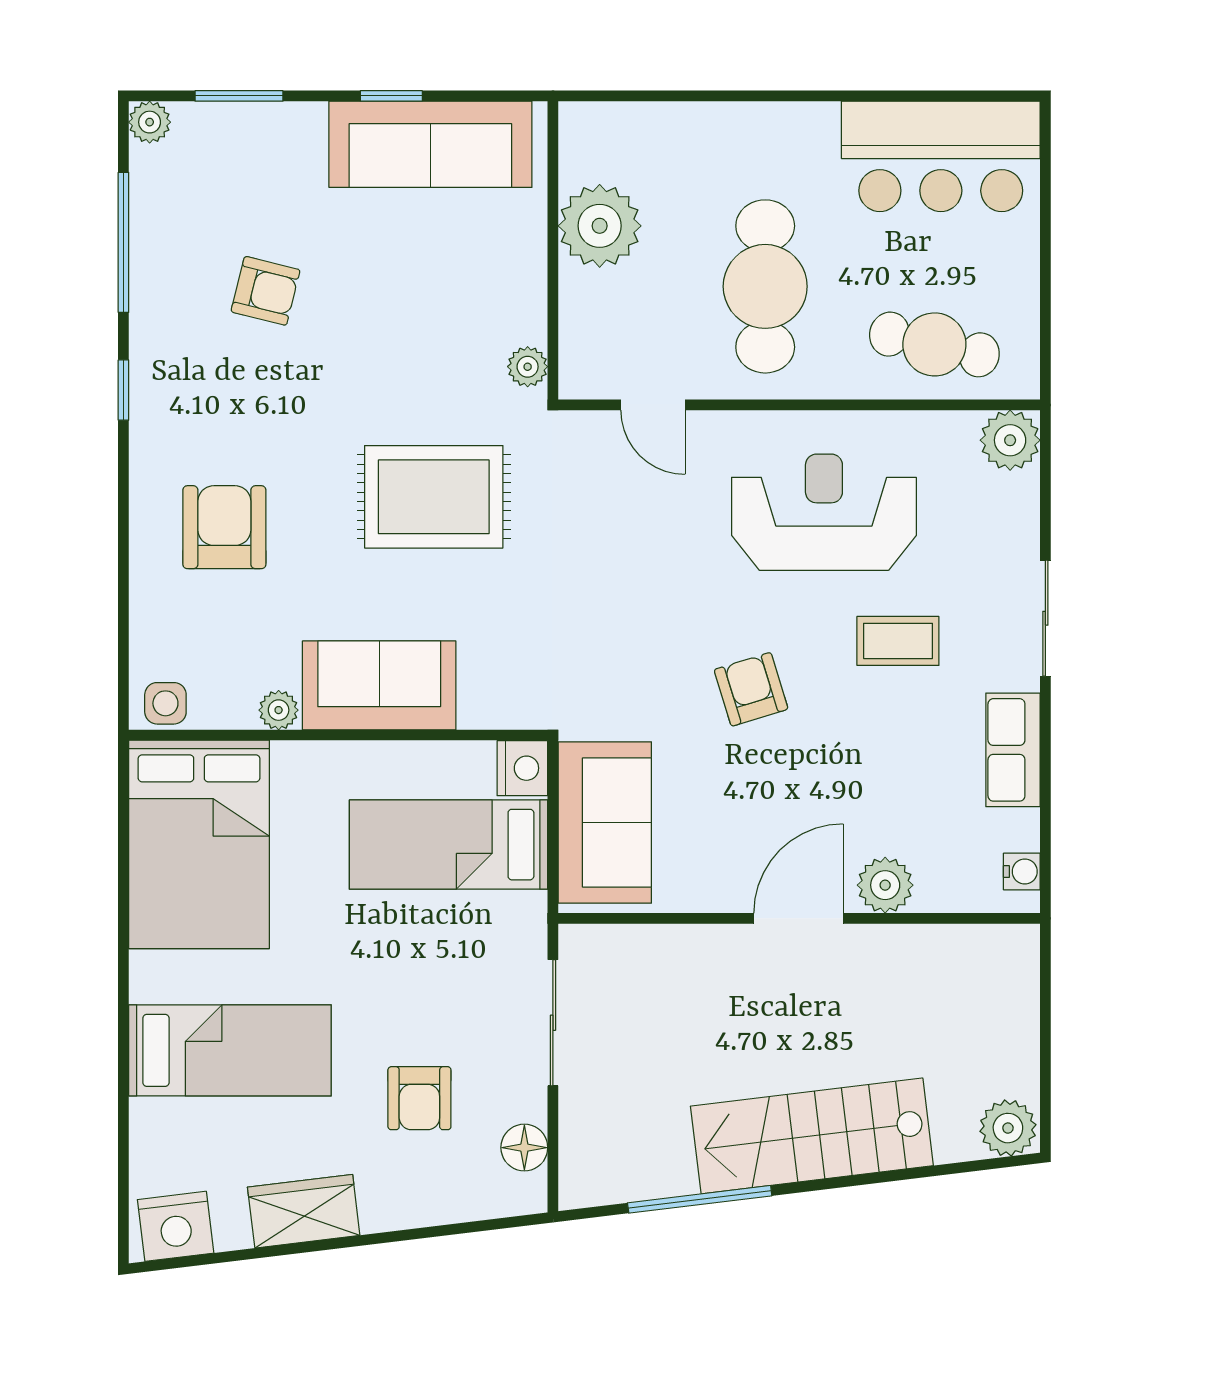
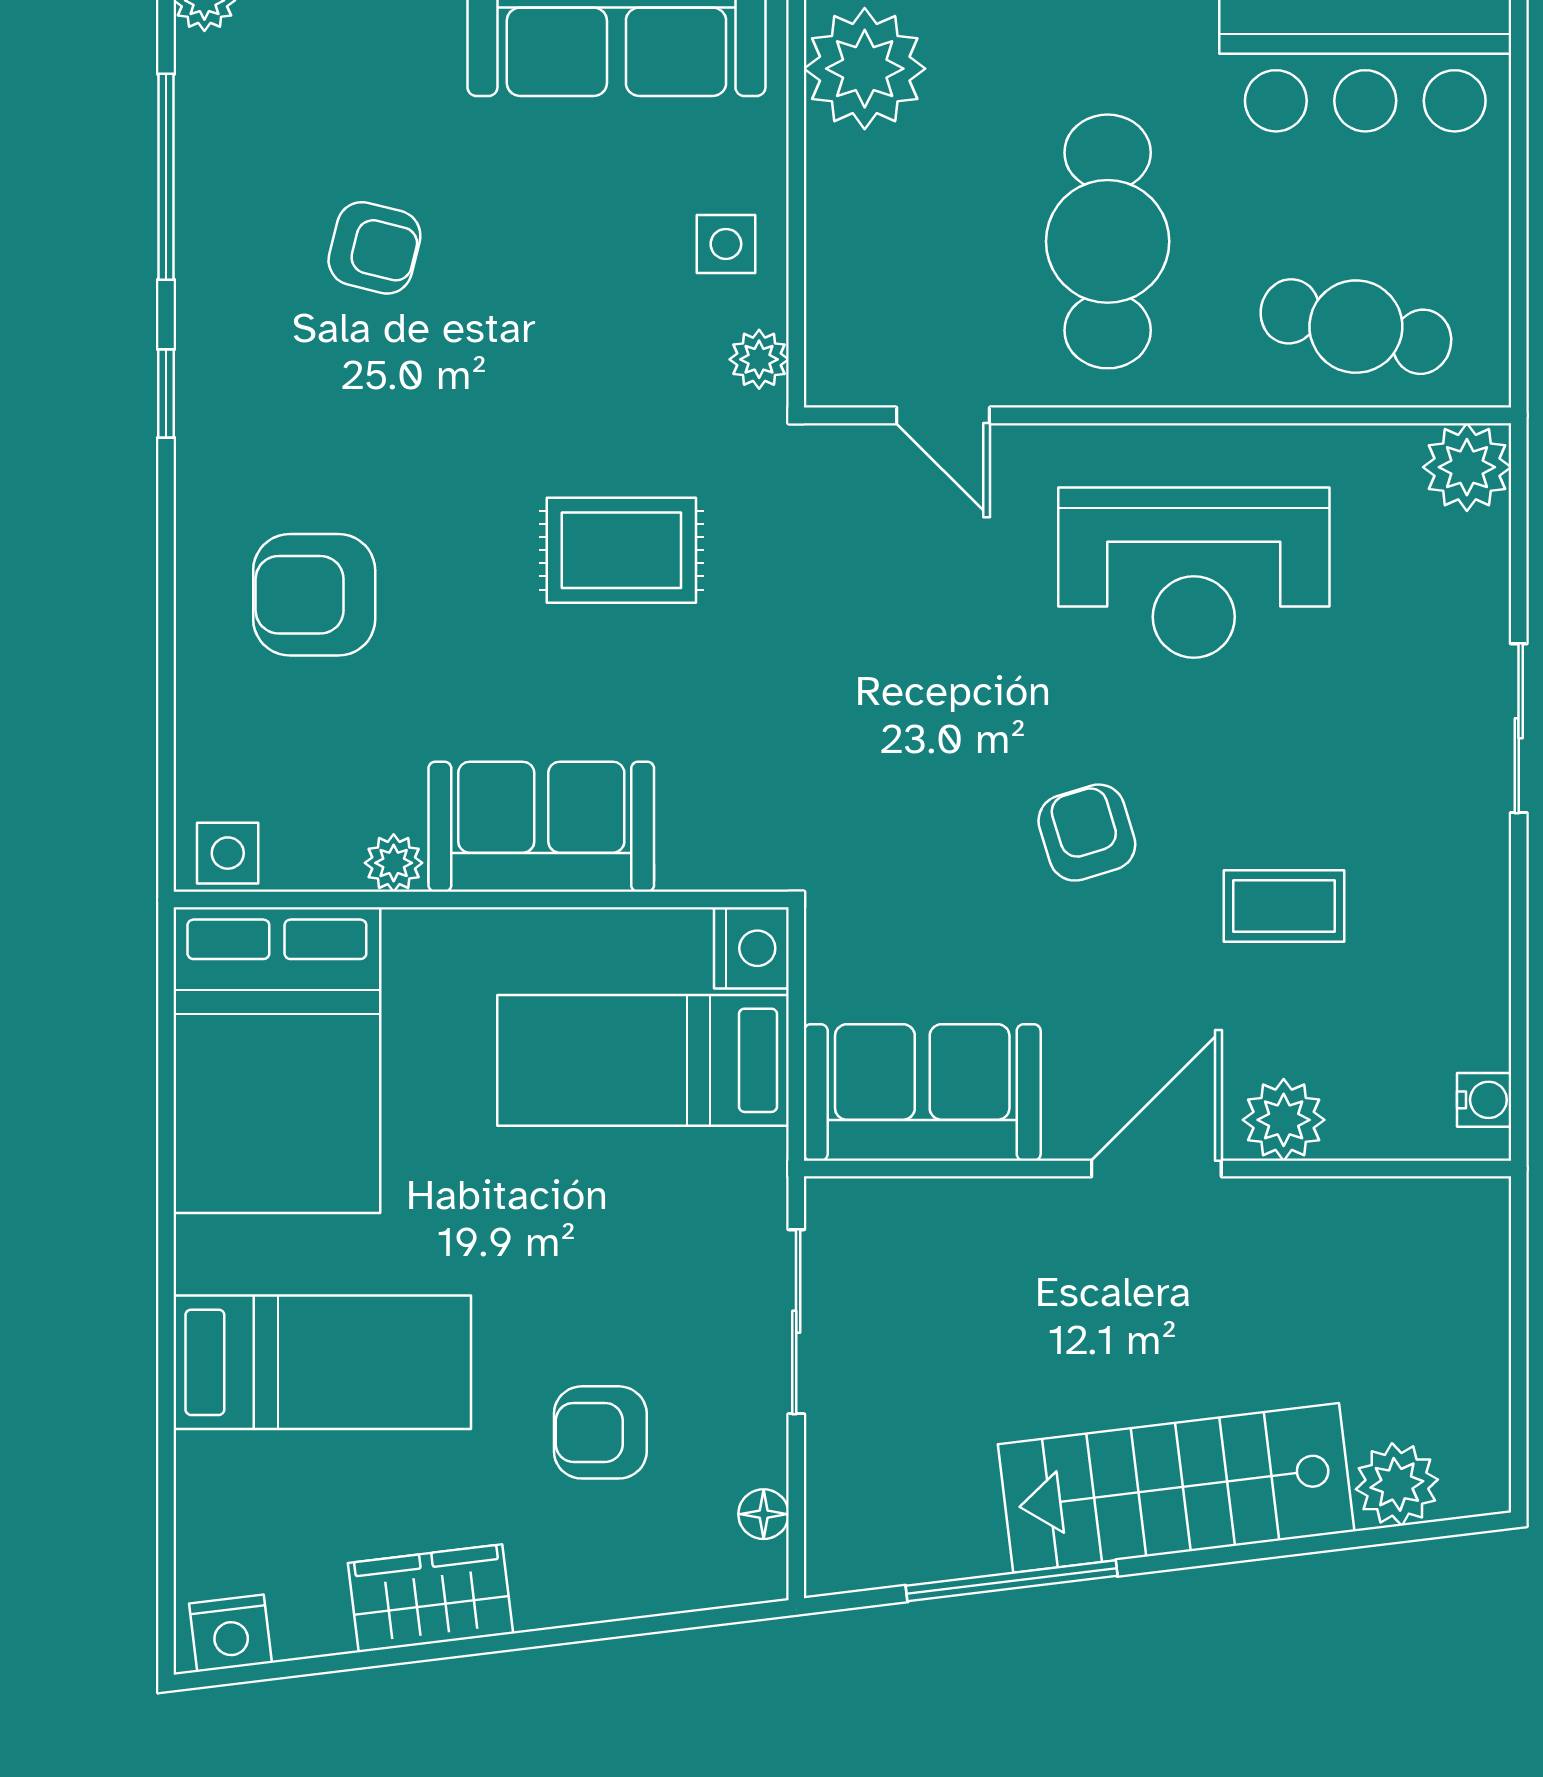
plant: (600, 226) -> (865, 69), moved
side table: (505, 288) -> (726, 244), added
rug: (434, 497) -> (621, 550), width x0.73, depth x0.70
reception desk: (824, 512) -> (1194, 573), turned 180
armchair: (224, 527) -> (314, 595), turned -90
coffee table: (898, 641) -> (1284, 906), moved
row of seats: (1013, 750) -> (1471, 921), removed
sofa: (605, 822) -> (922, 1092), moved, turned -90
armchair: (419, 1098) -> (600, 1432), turned 90
plant: (1008, 1128) -> (1397, 1484), moved
floor lamp: (524, 1148) -> (764, 1514), width x0.73, depth x0.73
nightstand: (176, 1226) -> (230, 1633), width x0.74, depth x0.75

